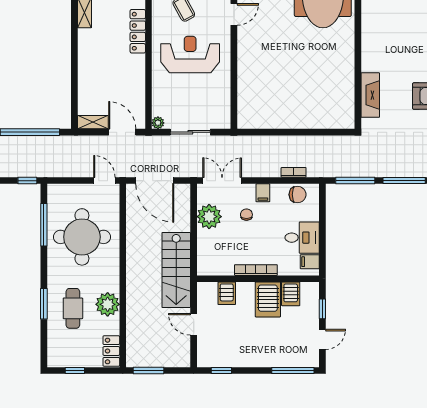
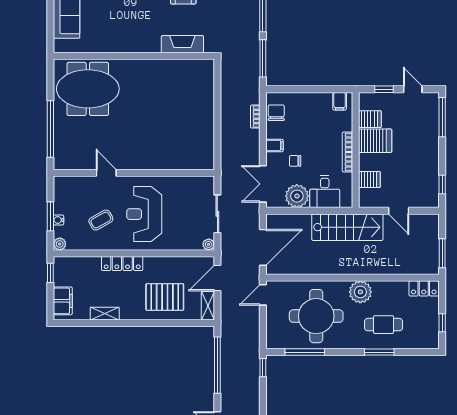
pallet: (102, 76) -> (165, 297), added
desk: (302, 238) -> (325, 192), moved, turned 180
plant: (108, 304) -> (360, 292), moved
door: (194, 324) -> (399, 211), hinge flipped

